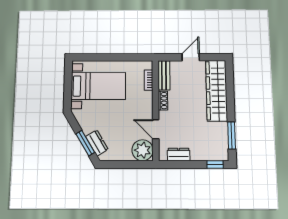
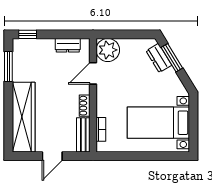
door: (156, 129) -> (93, 73), swing flipped

